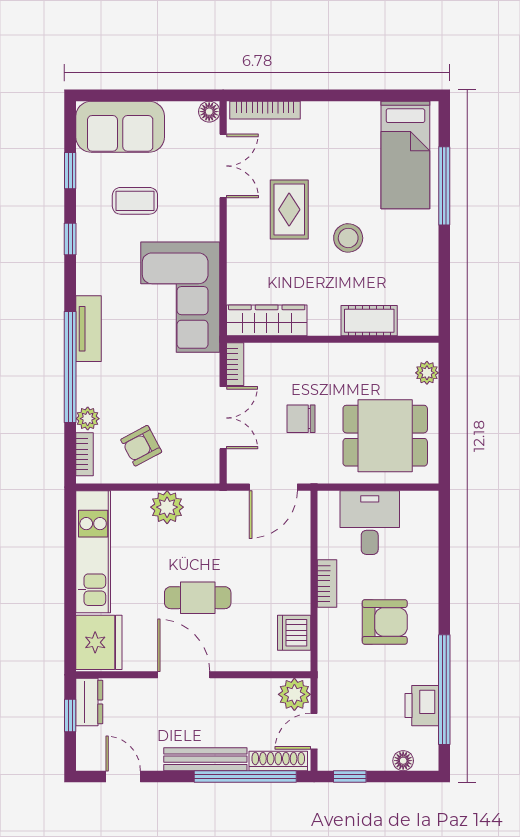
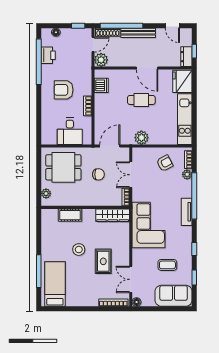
plant: (167, 507) -> (141, 138), moved

